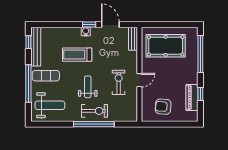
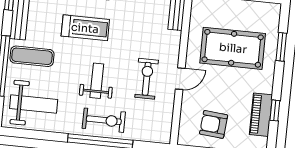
pool table: (166, 46) -> (233, 48), moved
window: (200, 54) -> (281, 47), width x0.47
treadmill: (77, 55) -> (85, 28), turned 180

